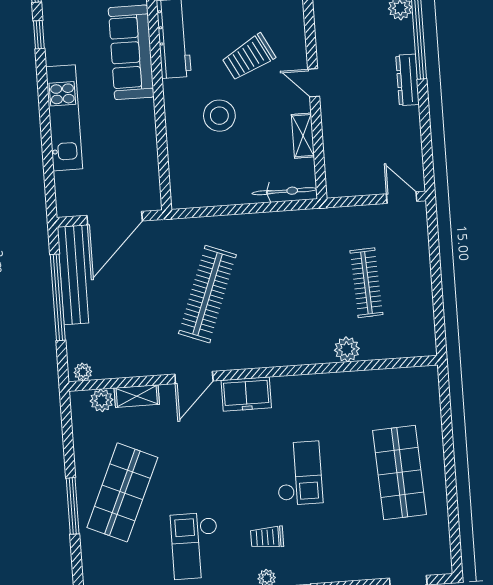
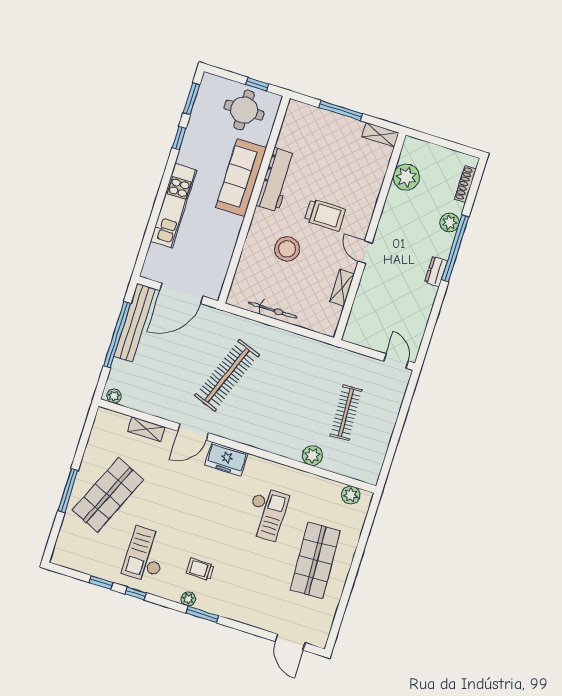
trolley: (249, 57) -> (325, 215), turned -152
dresser: (407, 80) -> (436, 271), width x0.70
bicycle: (284, 191) -> (273, 310), moved
plant: (102, 400) -> (351, 495), moved
checkout: (299, 473) -> (266, 514), moved

